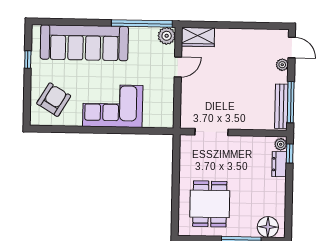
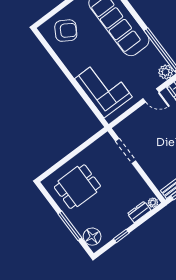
corner sofa: (113, 106) -> (103, 88), moved
window: (290, 154) -> (121, 236), moved

